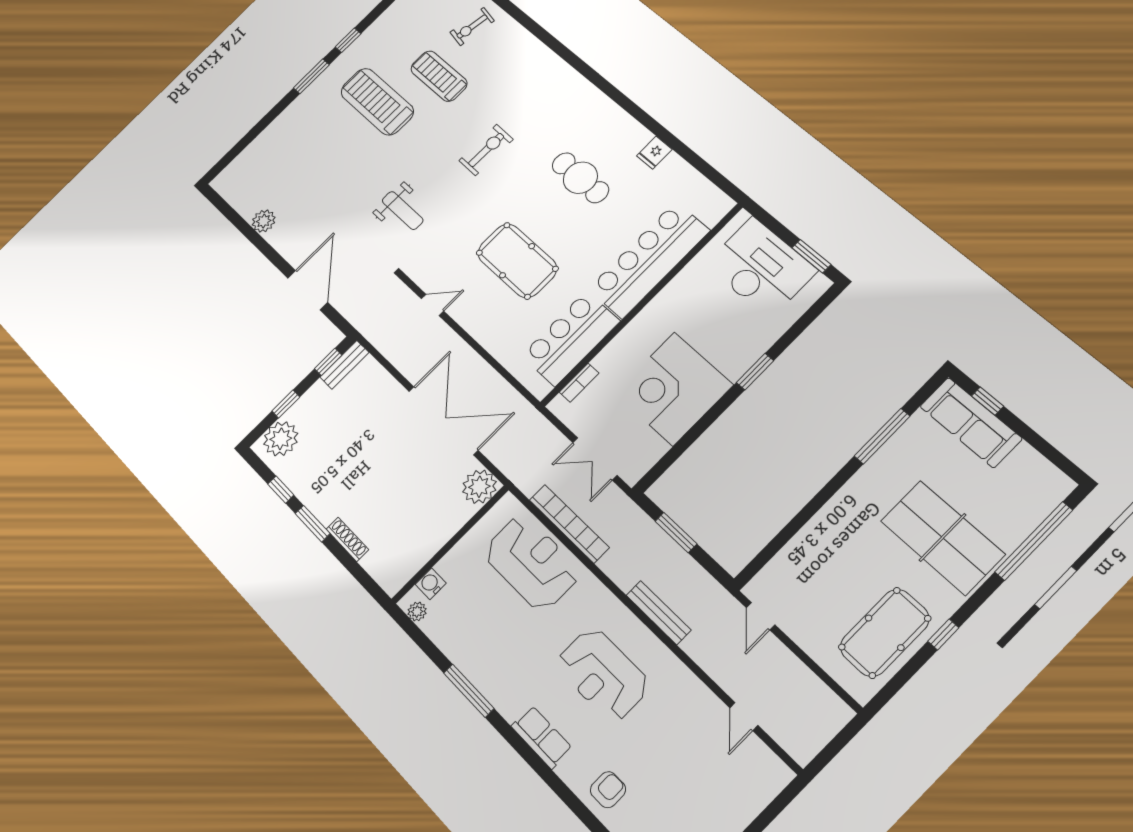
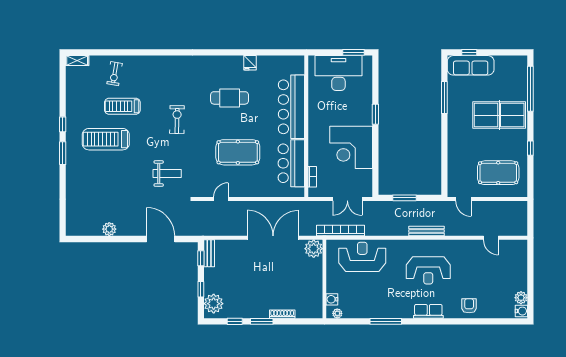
bookcase: (569, 524) -> (340, 231), moved
pool table: (885, 633) -> (498, 173), moved, turned 90

